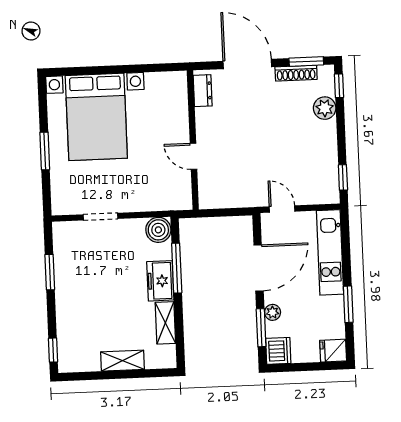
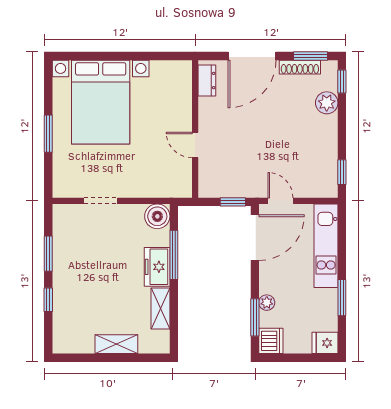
door: (247, 64) -> (252, 56), swing flipped
window: (234, 212) -> (233, 202), added
door: (259, 268) -> (255, 238), moved
window: (53, 350) -> (48, 300), moved

